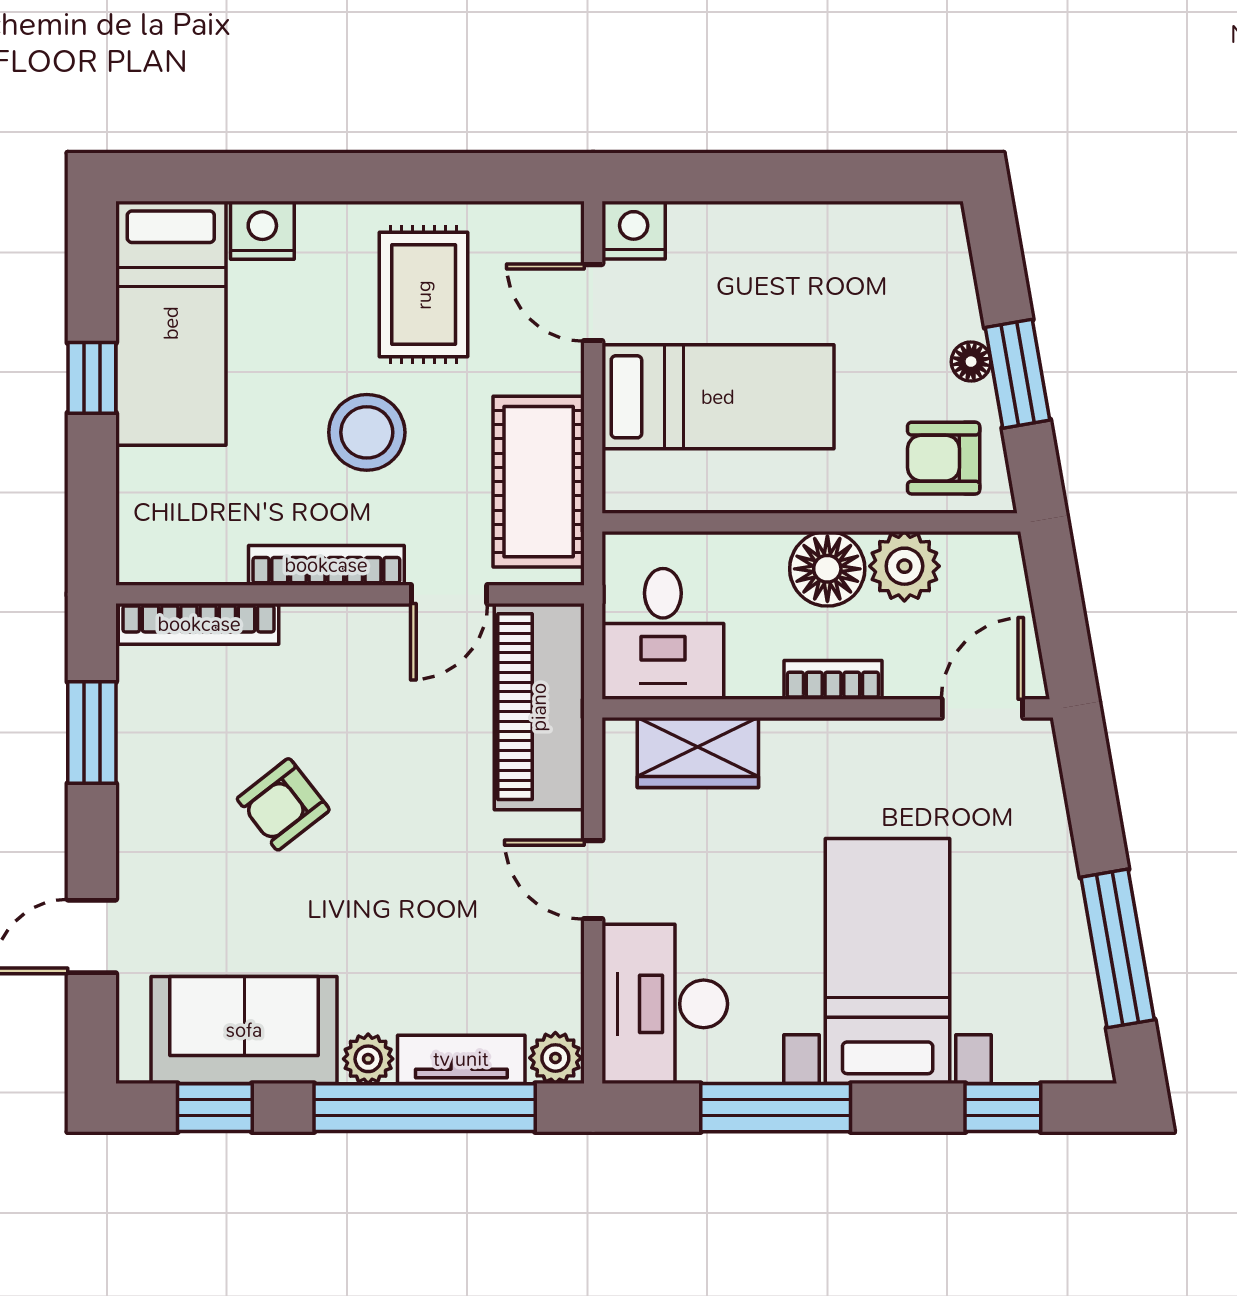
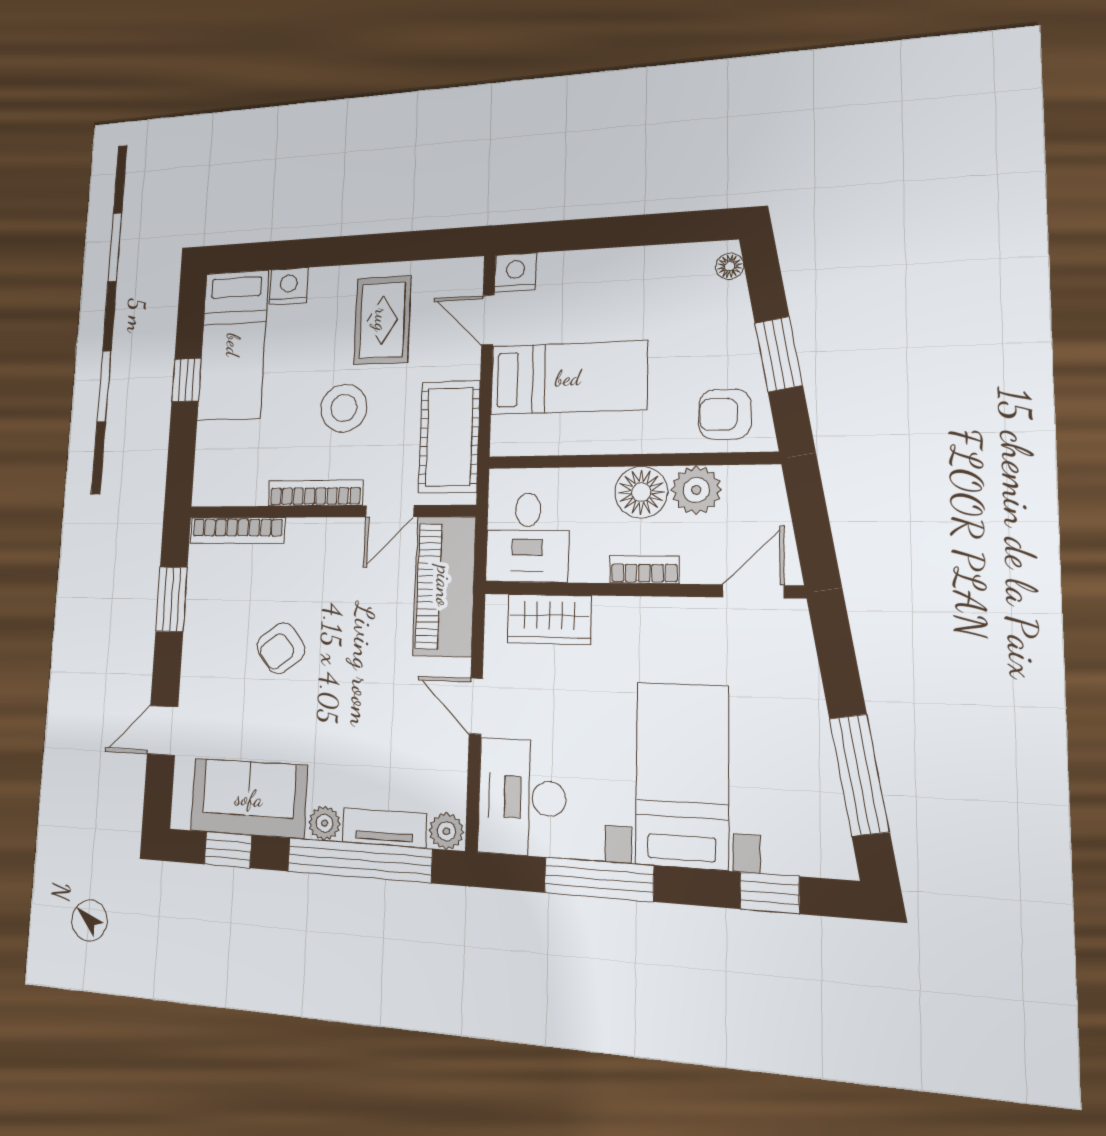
floor lamp: (971, 362) -> (730, 266), moved

